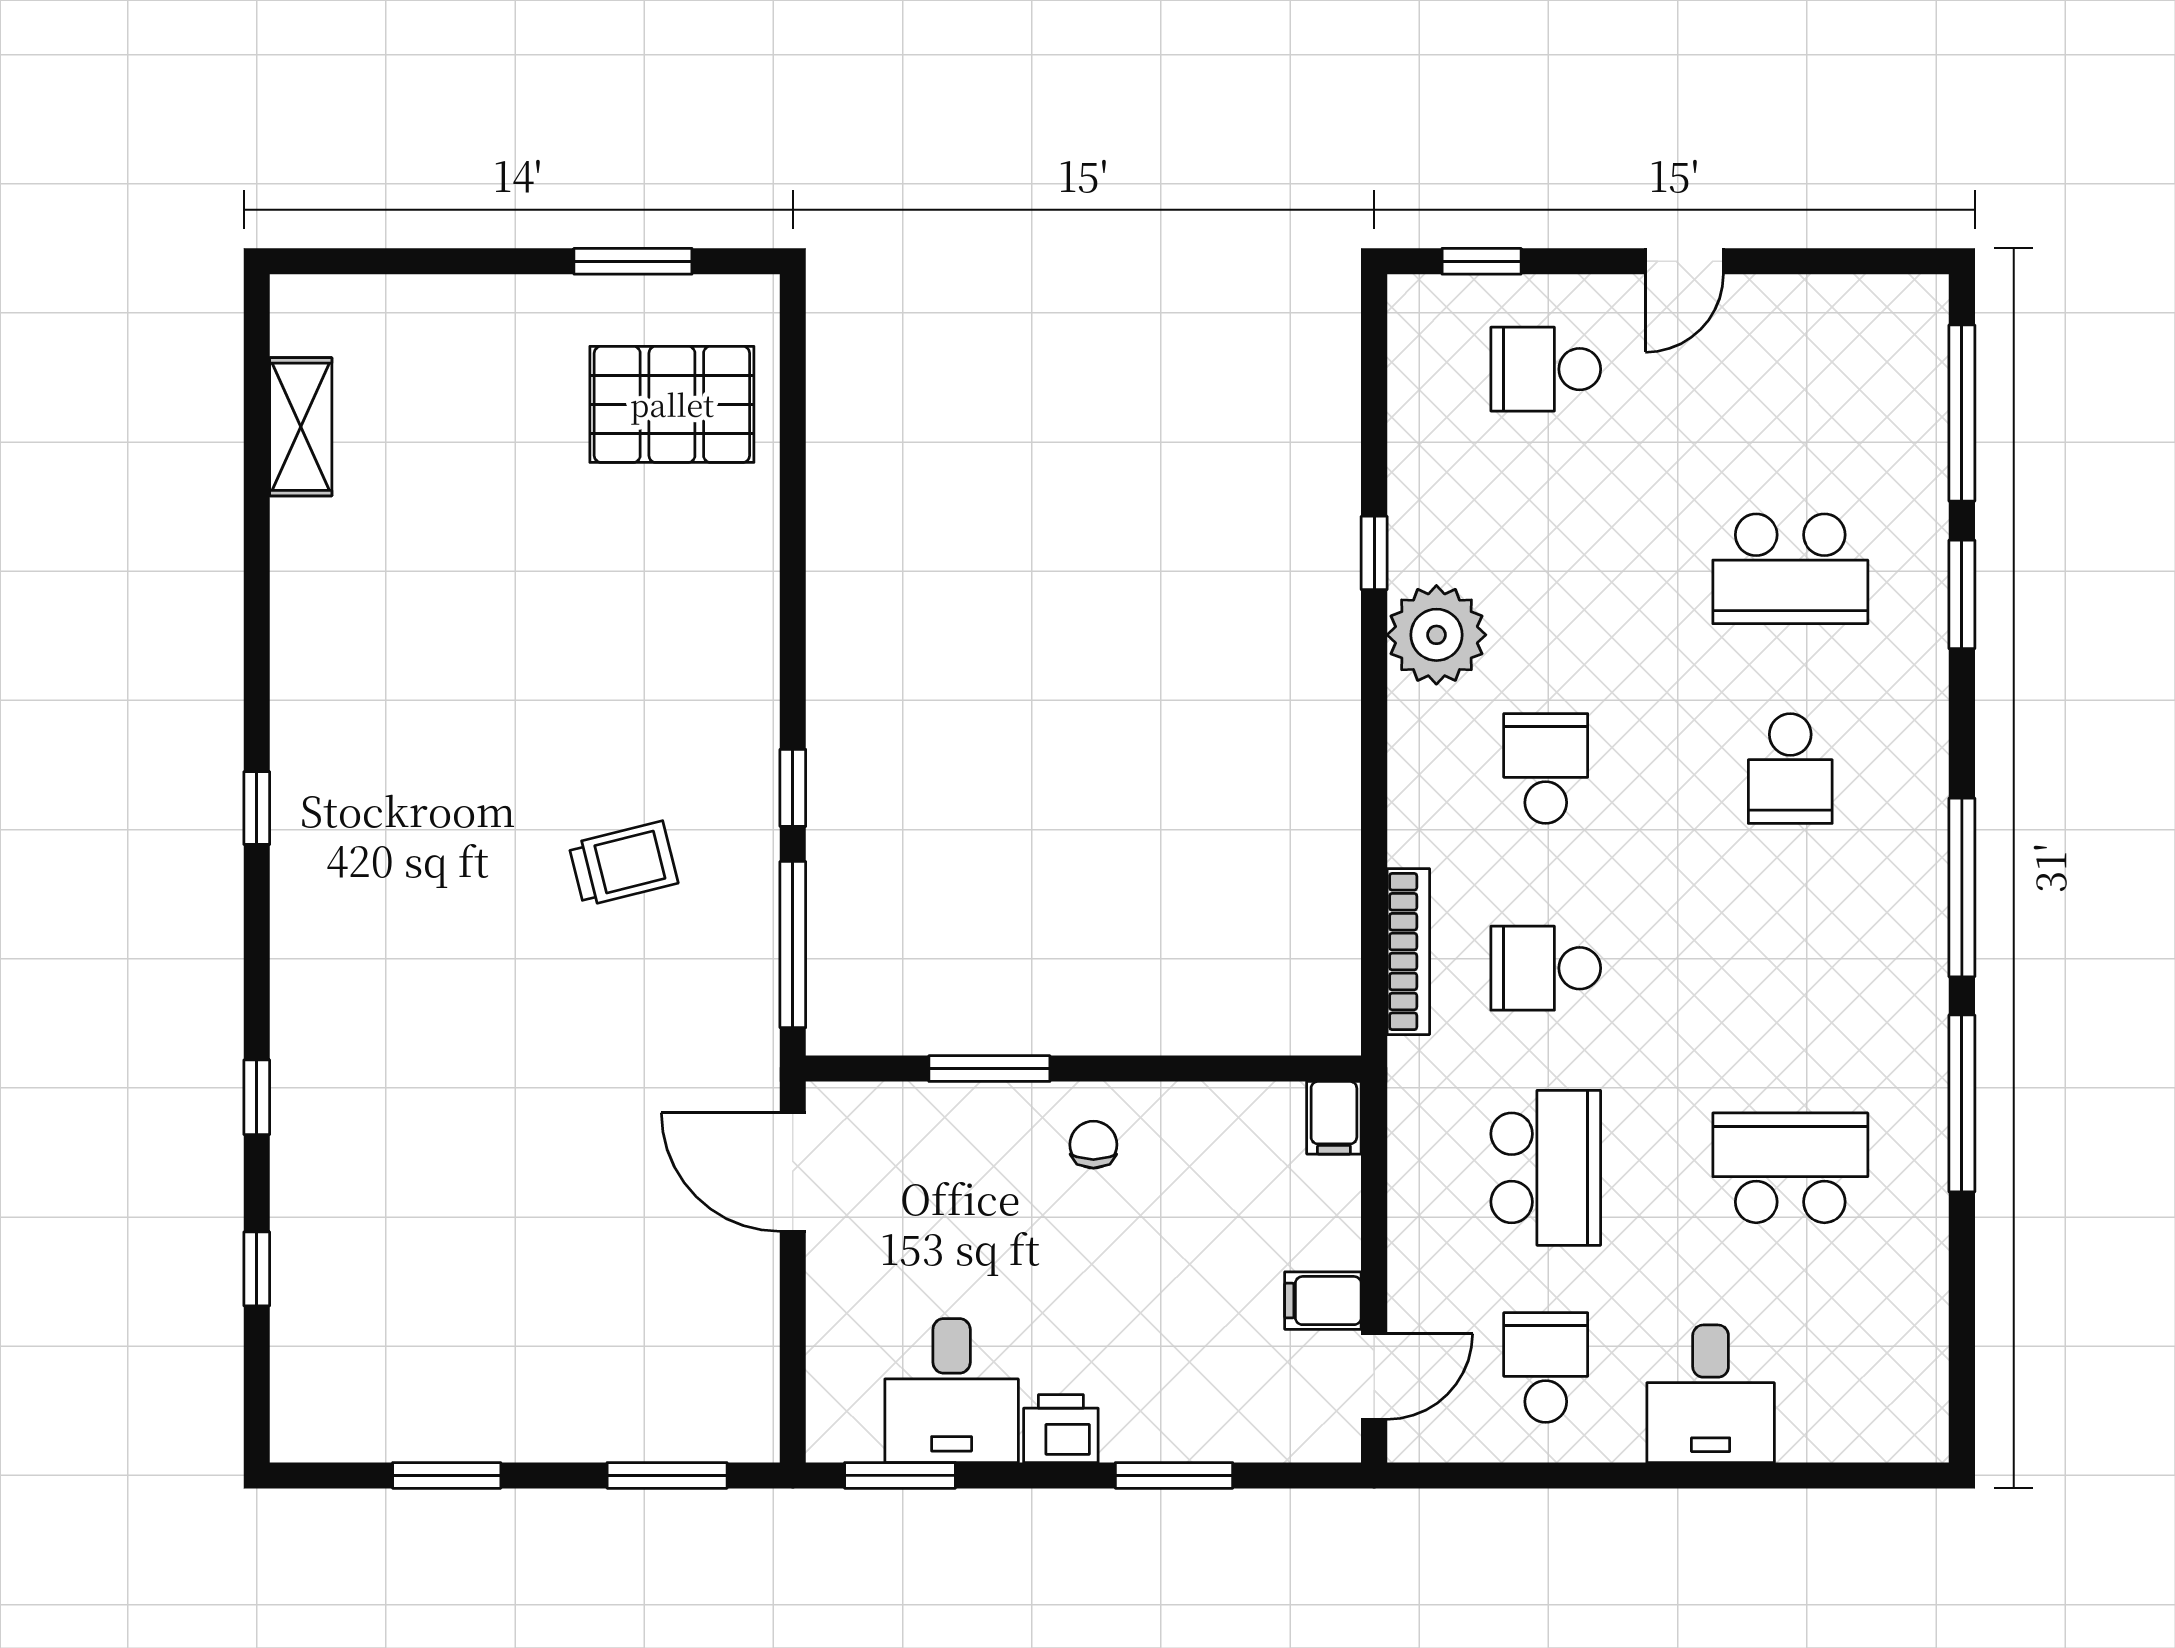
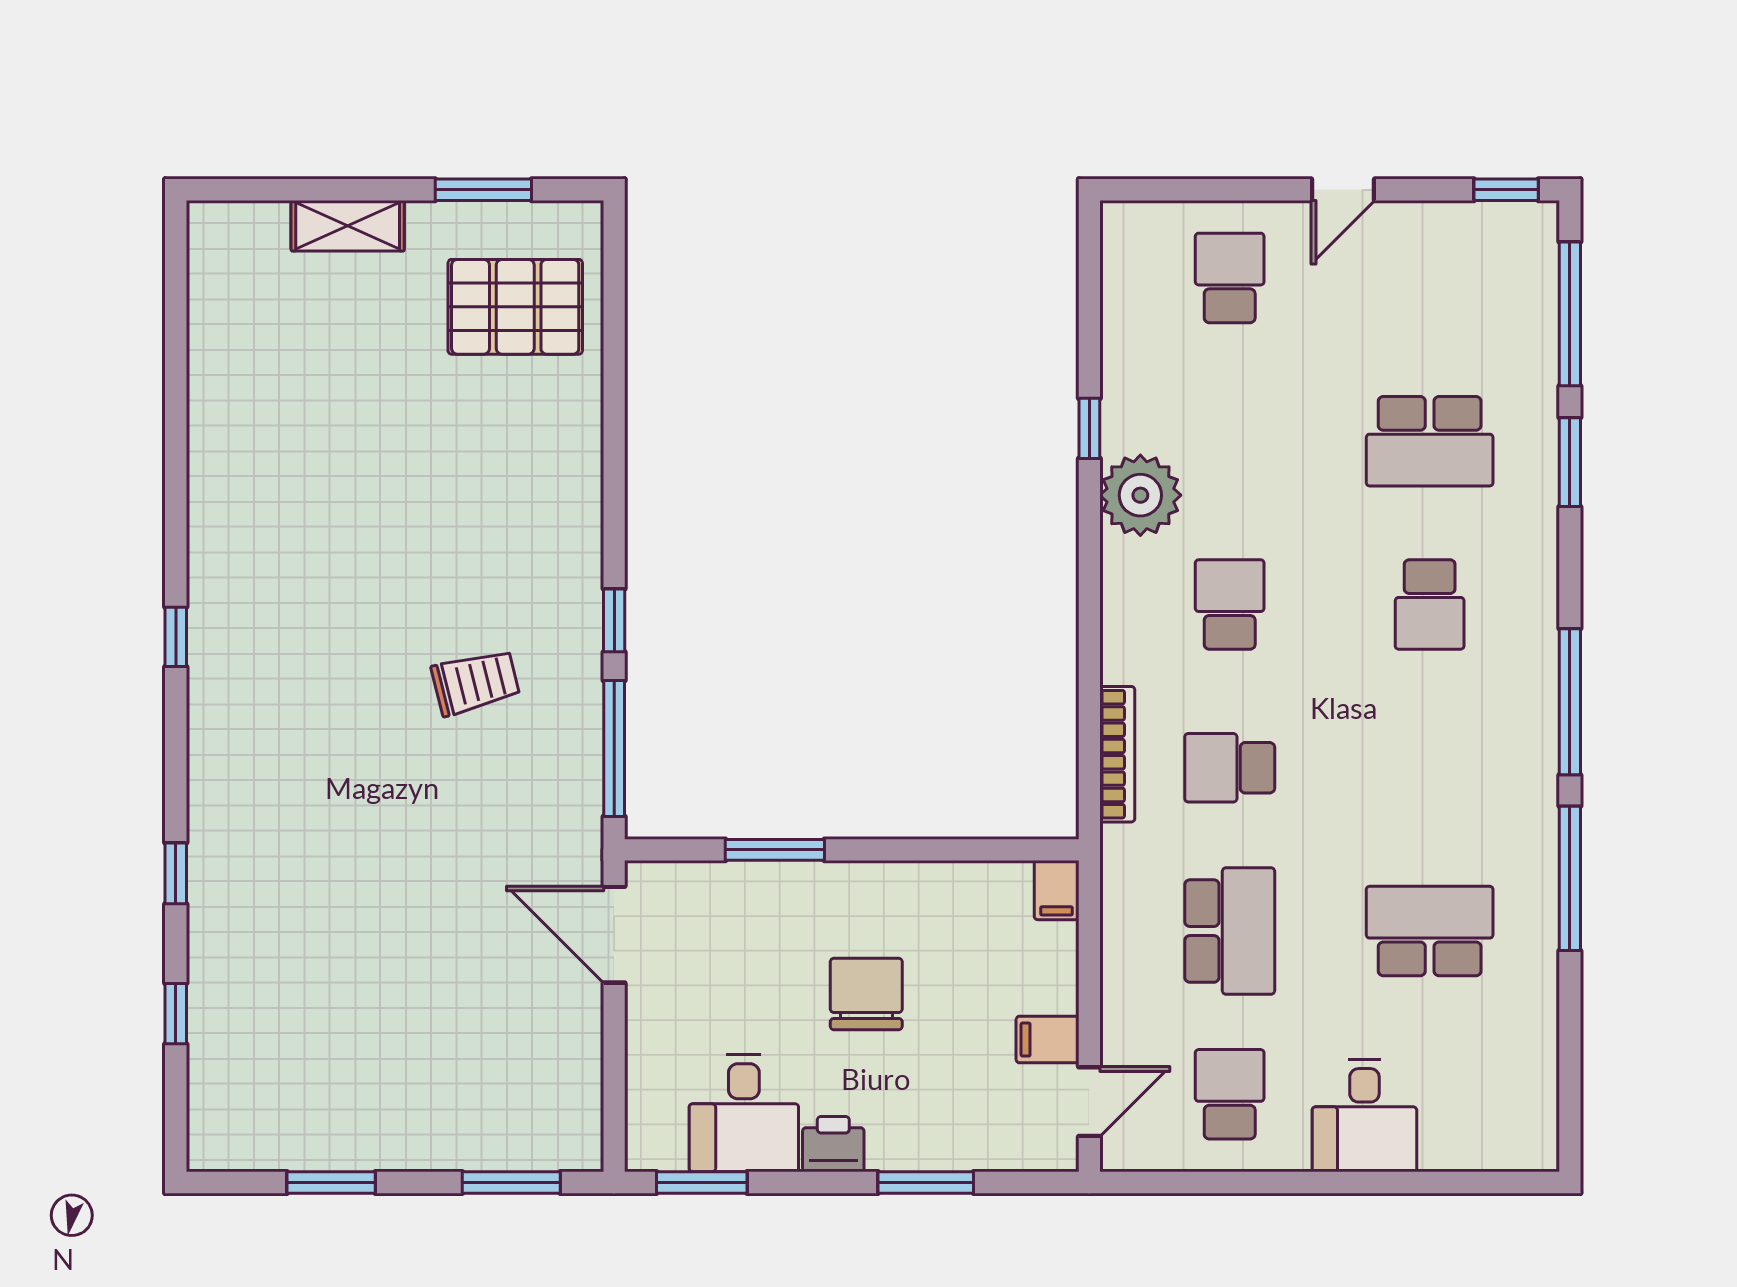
window: (1482, 261) -> (1506, 190), moved
school desk: (1546, 369) -> (1230, 278), turned 90
shelving: (301, 427) -> (348, 226), moved, turned 90
chair: (1093, 1145) -> (866, 994), moved, width x1.87, depth x1.87

